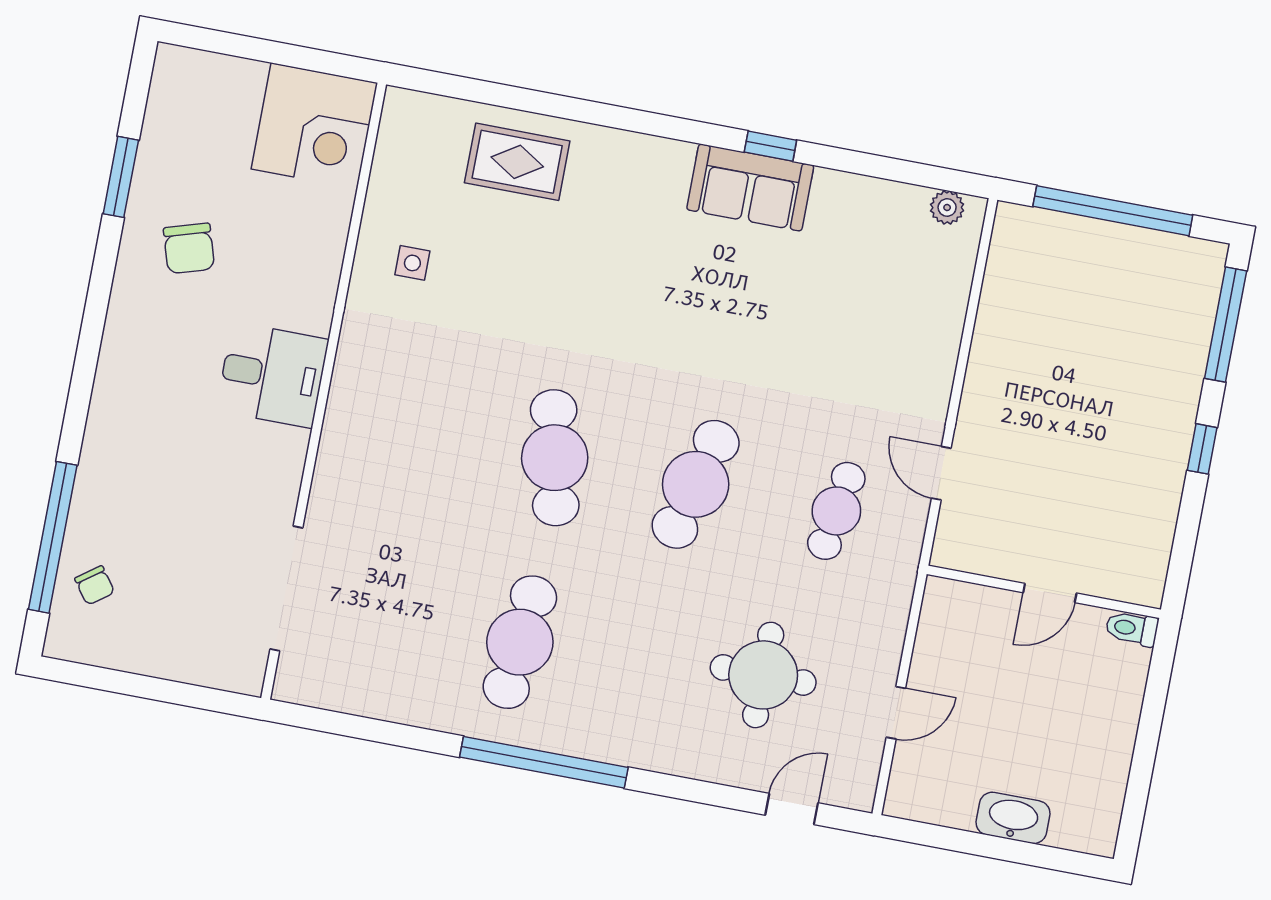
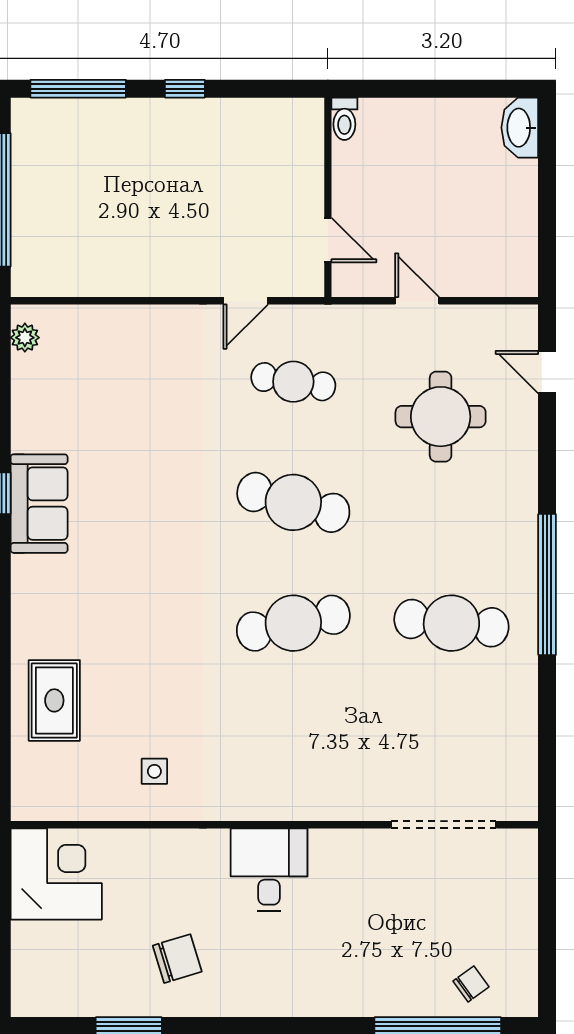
door: (1050, 593) -> (328, 240), moved
door: (896, 713) -> (417, 301), moved
washbasin: (1013, 818) -> (520, 128), moved

